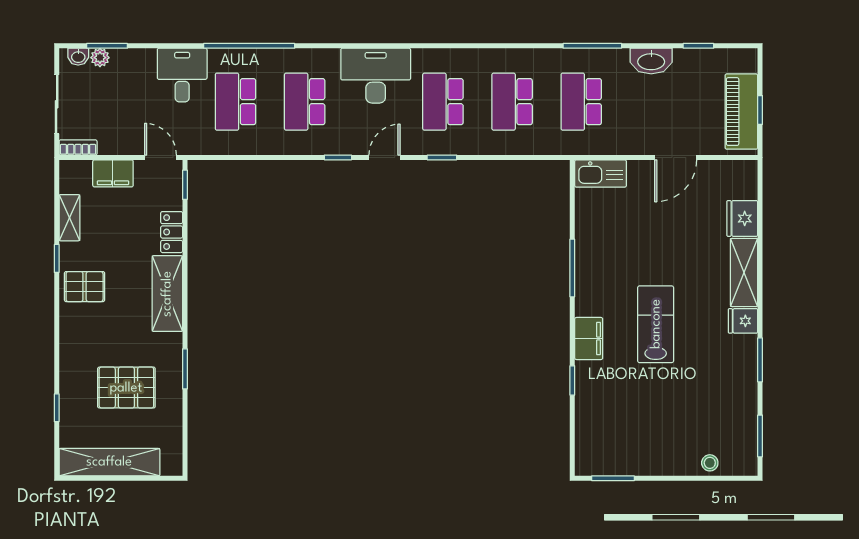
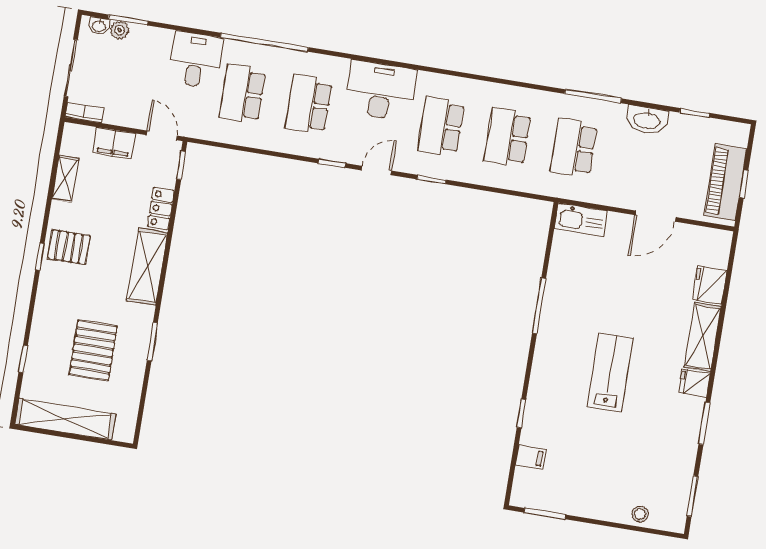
window: (57, 258) -> (40, 257), moved
filing cabinet: (589, 338) -> (530, 457), moved, width x0.50
pallet: (126, 388) -> (93, 350), turned 90

